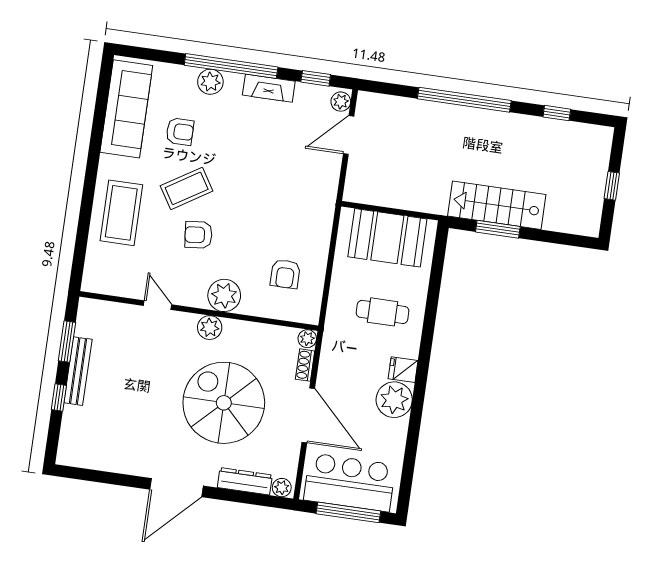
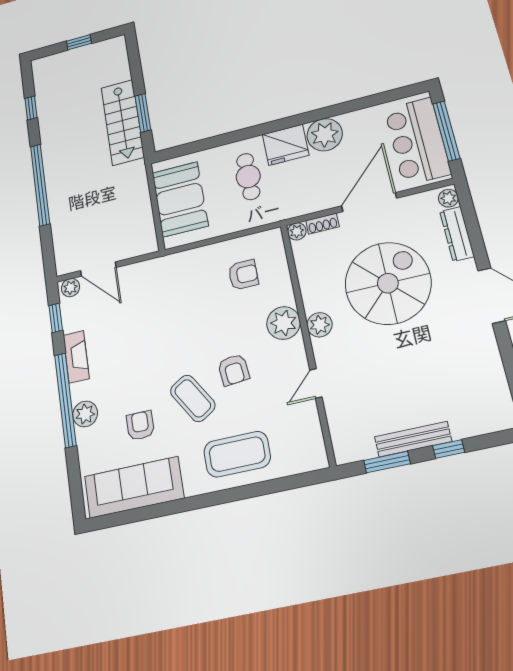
fridge: (403, 370) -> (286, 145), width x1.88, depth x1.34
spiral stairs: (224, 403) -> (388, 283), turned 180

